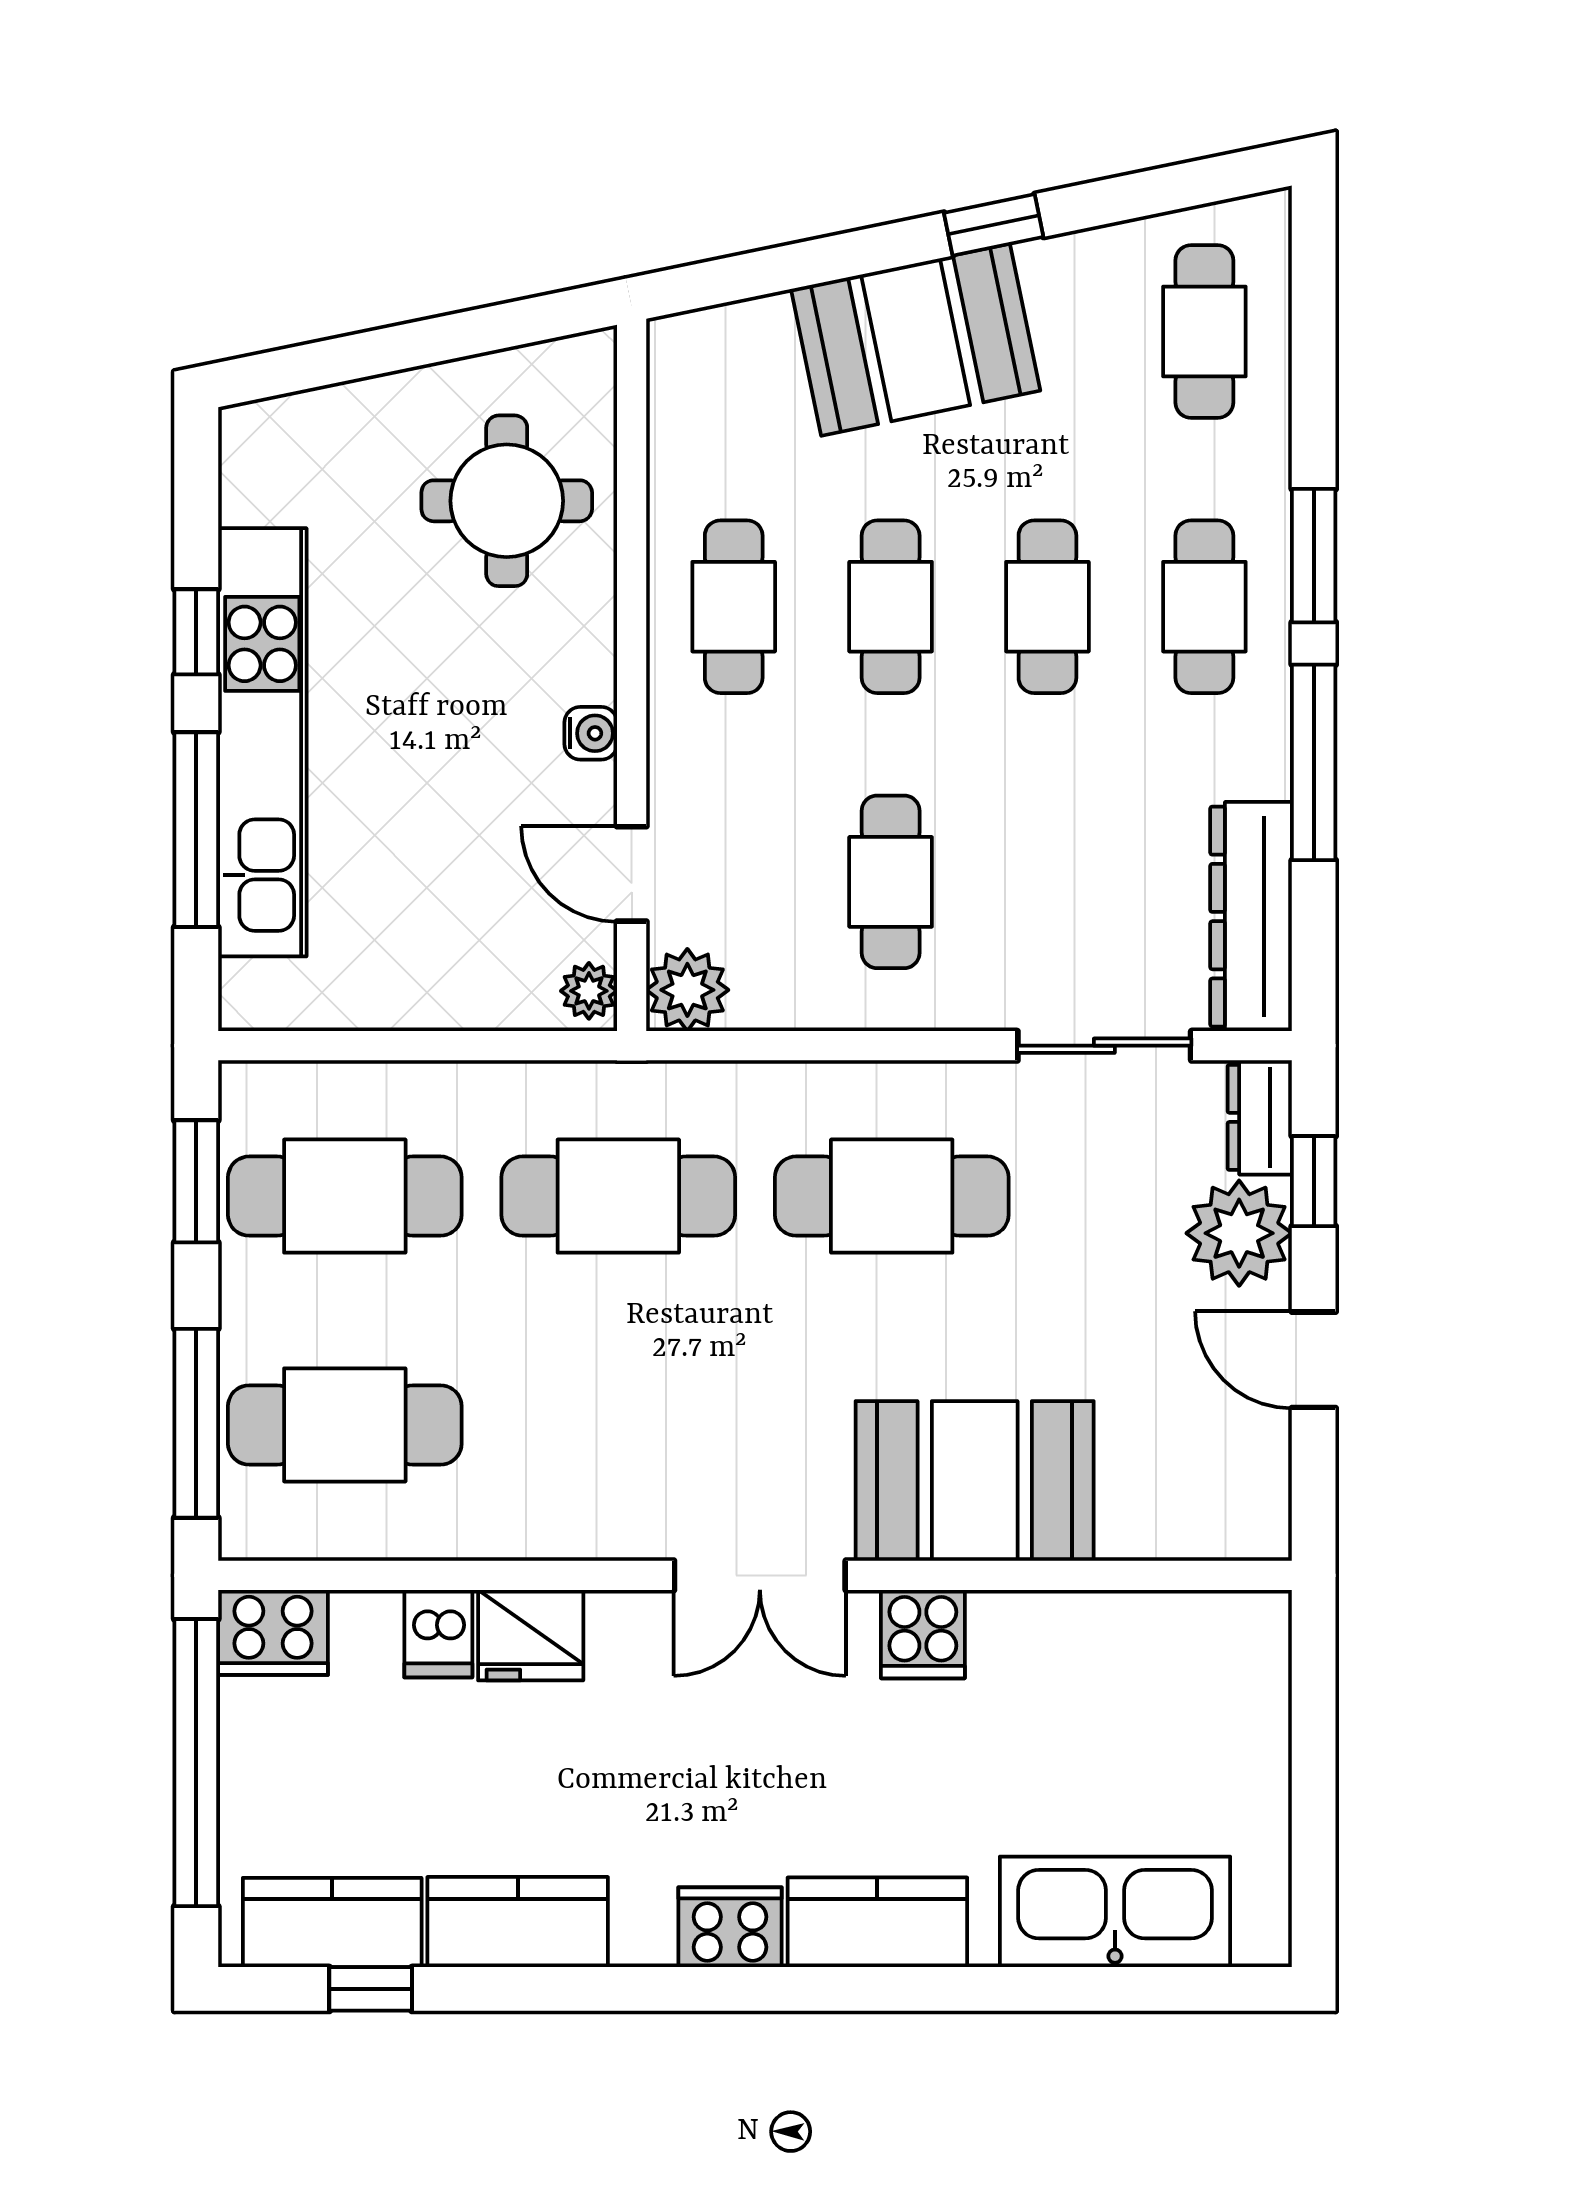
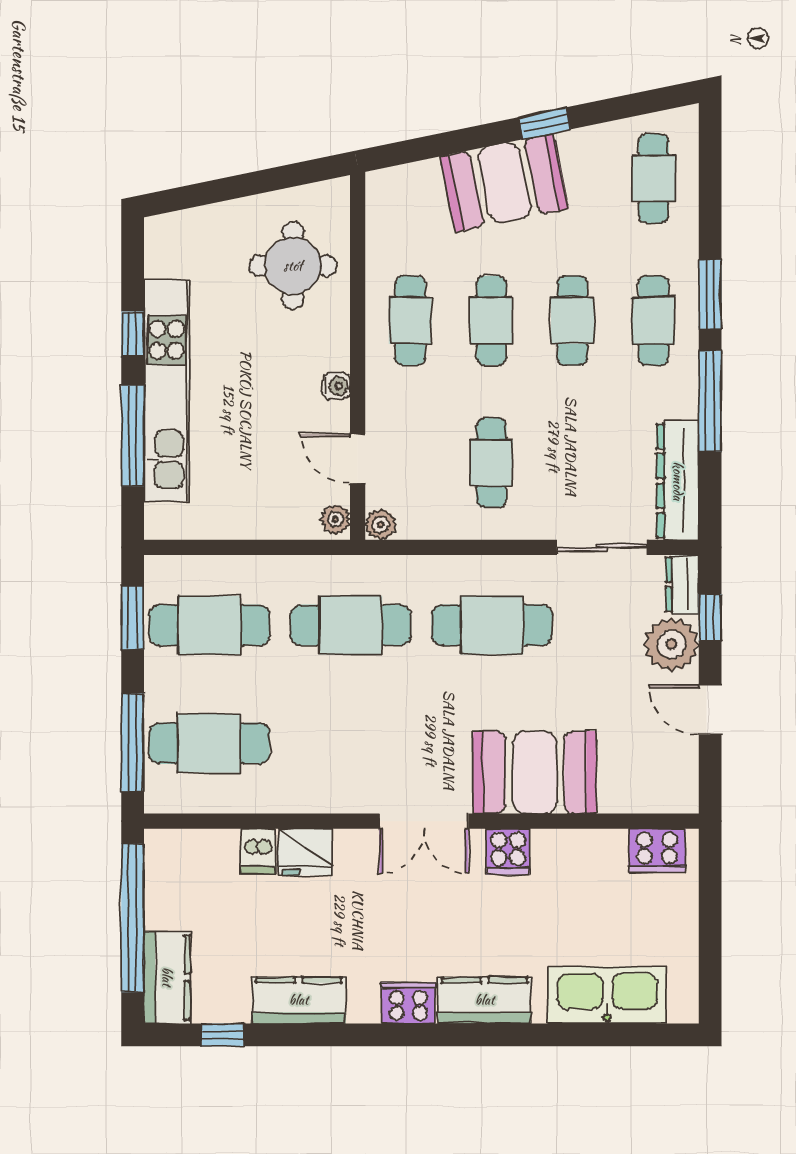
plant: (687, 990) -> (381, 524), width x0.73, depth x0.73
cooker: (273, 1632) -> (657, 851), moved
kitchen counter: (332, 1923) -> (167, 977), moved, turned 90

